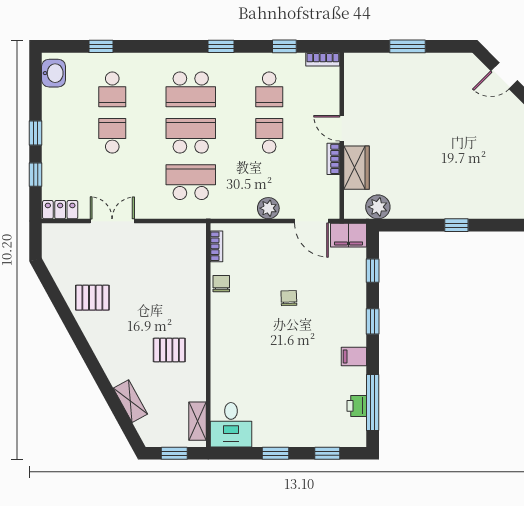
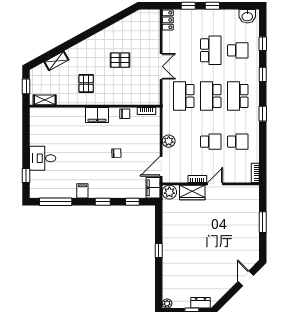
window: (284, 46) -> (263, 74), moved
school desk: (112, 89) -> (238, 50), turned 180
school desk: (269, 89) -> (238, 142), turned 180
school desk: (112, 136) -> (211, 50), width x1.85
school desk: (191, 136) -> (211, 96), turned 180
school desk: (191, 182) -> (184, 96), turned 180
plant: (378, 207) -> (169, 192), moved
double door: (112, 221) -> (161, 66), moved
pallet: (92, 298) -> (120, 60), moved, turned 90
filing cabinet: (223, 331) -> (97, 115), added
printer: (357, 406) -> (54, 193), removed
desk: (231, 425) -> (43, 158), moved
window: (276, 453) -> (26, 145), removed

